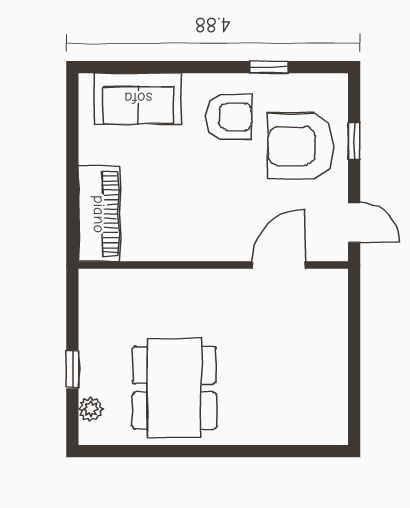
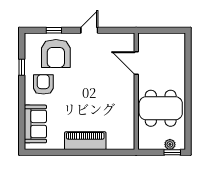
wall: (213, 265) -> (136, 91), moved
door: (279, 265) -> (136, 63), moved
window: (72, 369) -> (172, 152), moved

